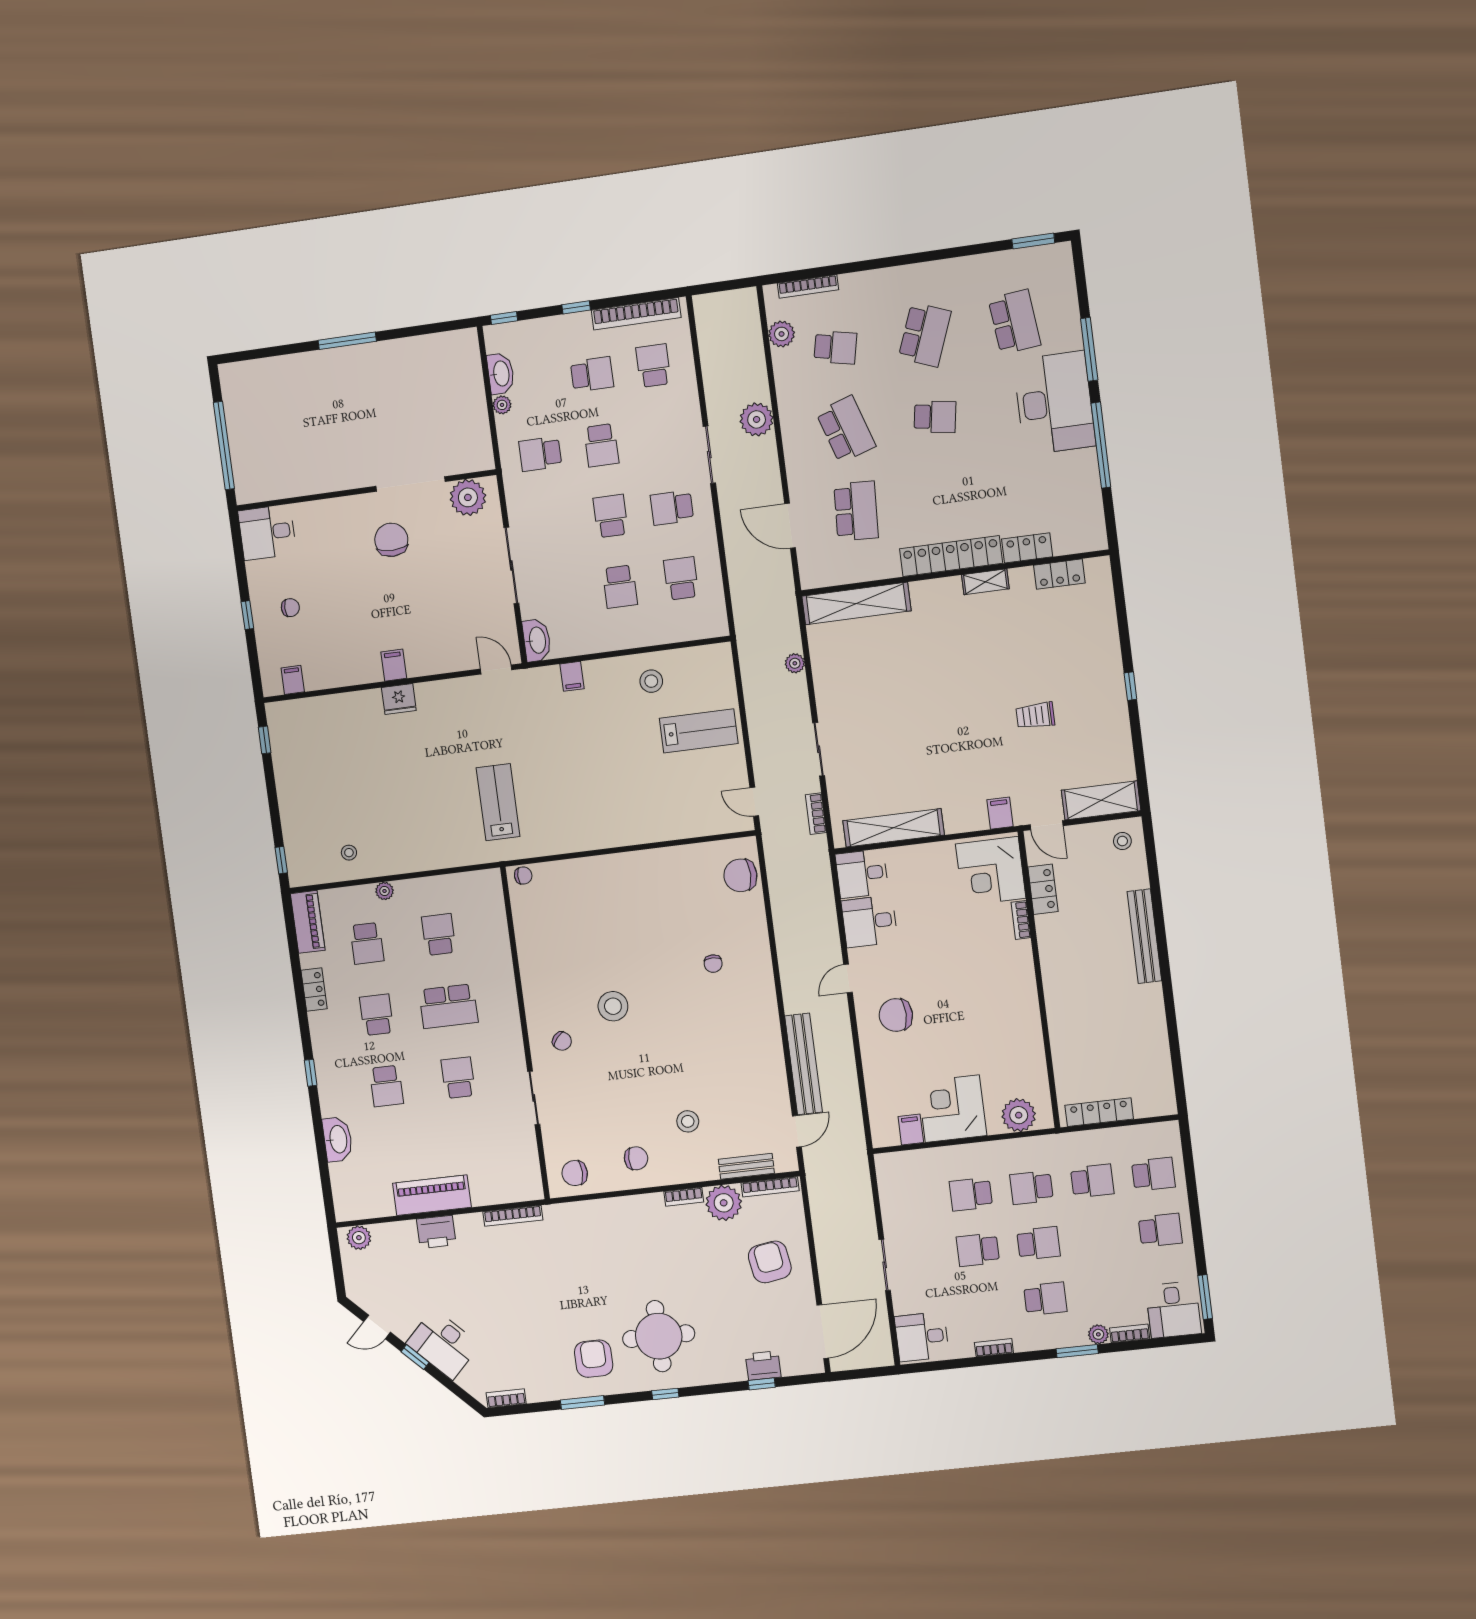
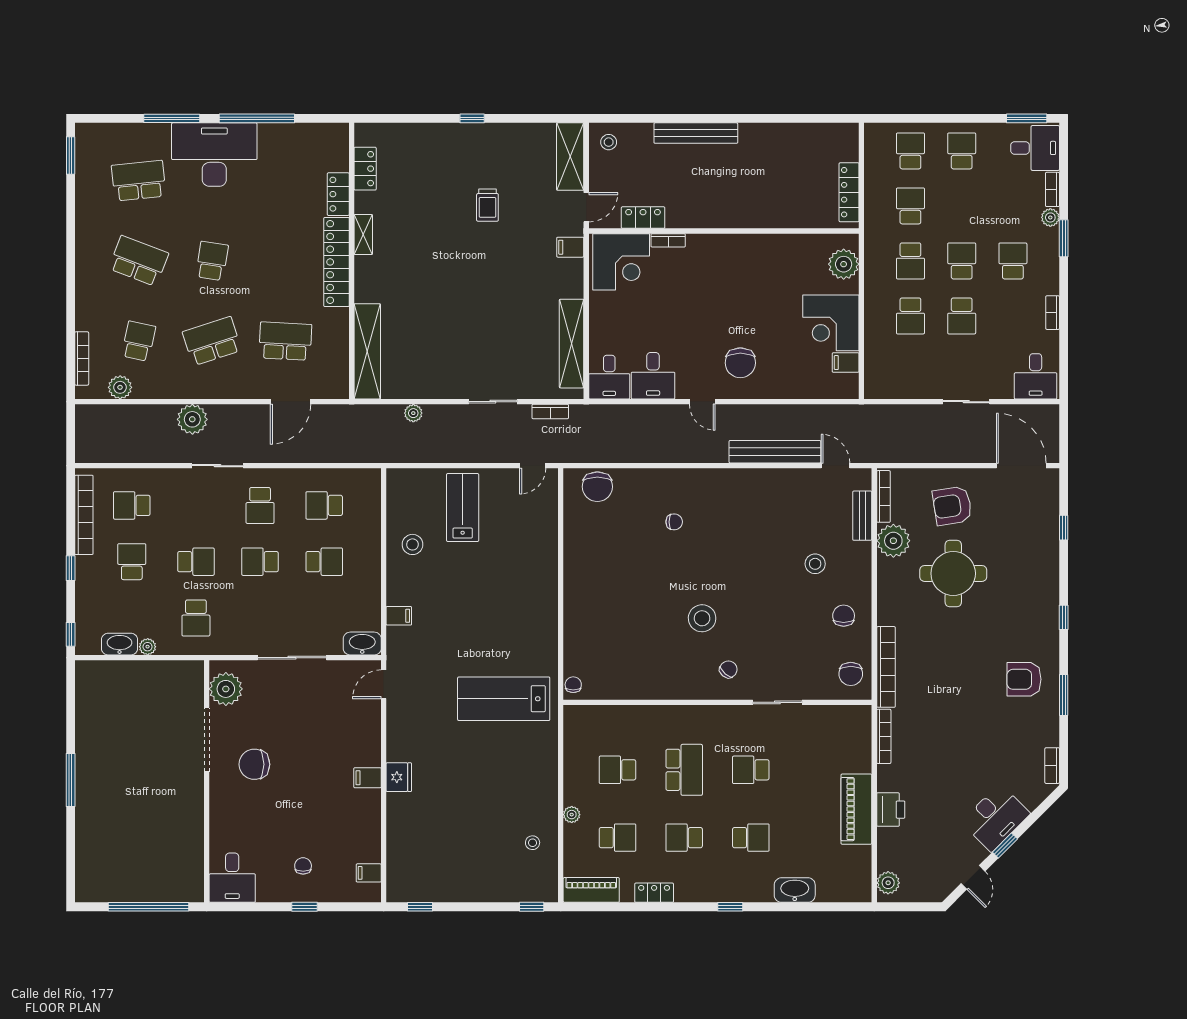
lab bench: (498, 802) -> (504, 699), width x1.36, depth x1.39
bookcase: (684, 1197) -> (886, 667), moved, width x2.31, depth x1.31
round table: (659, 1336) -> (953, 573), moved
printer: (763, 1366) -> (1047, 524), removed

